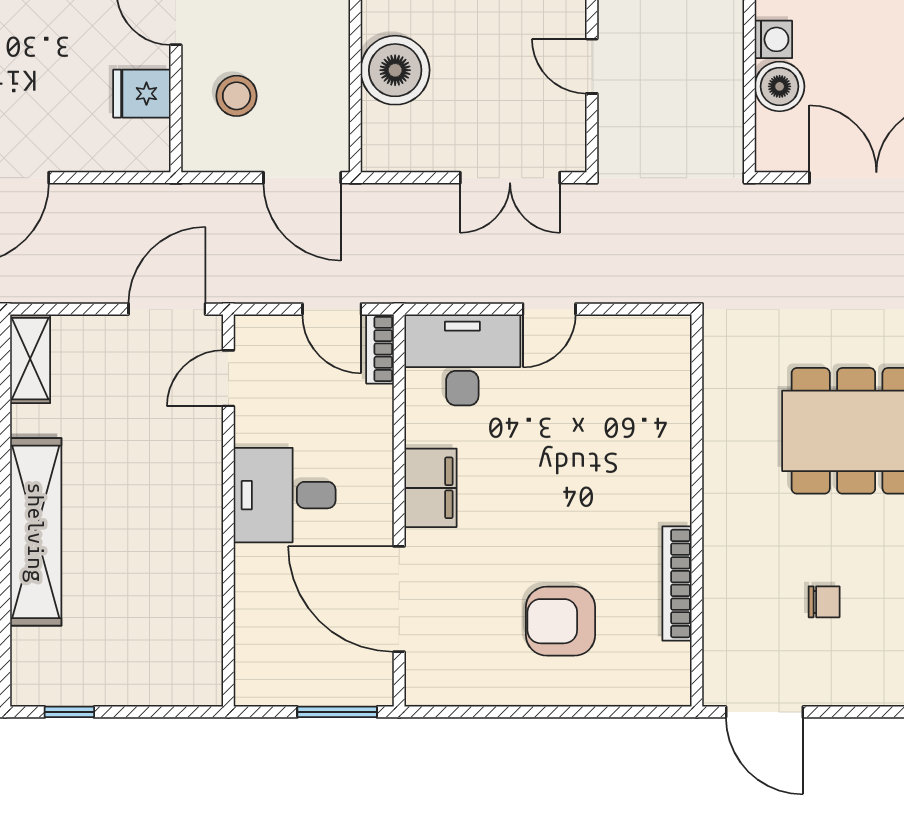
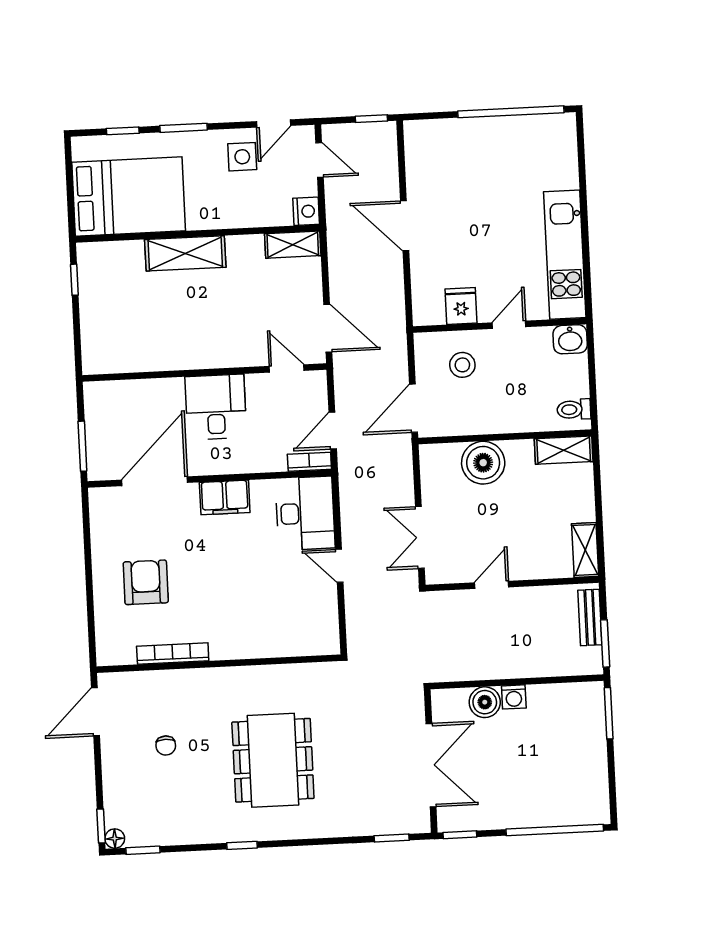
shelving: (36, 532) -> (185, 253), width x0.68

